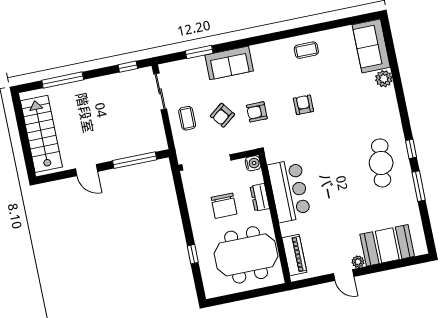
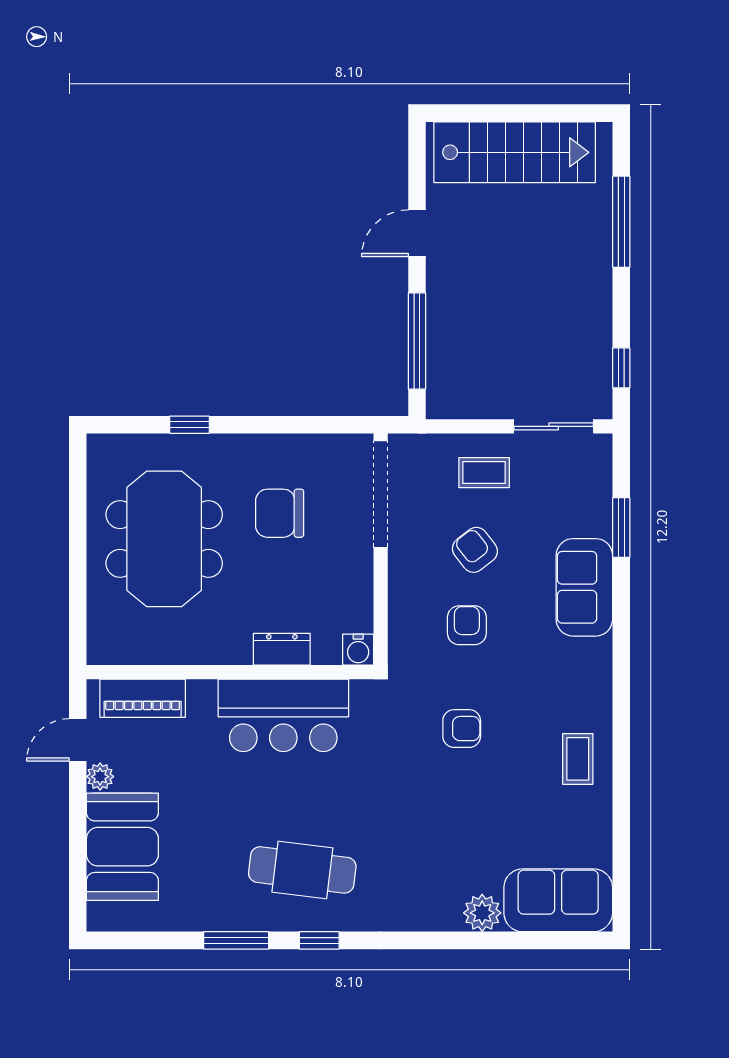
water cooler: (253, 163) -> (358, 650), moved
bar counter: (289, 191) -> (283, 715), moved
dresser: (260, 197) -> (282, 649), moved
wall: (275, 218) -> (230, 672), moved
piano: (294, 255) -> (143, 698), moved

